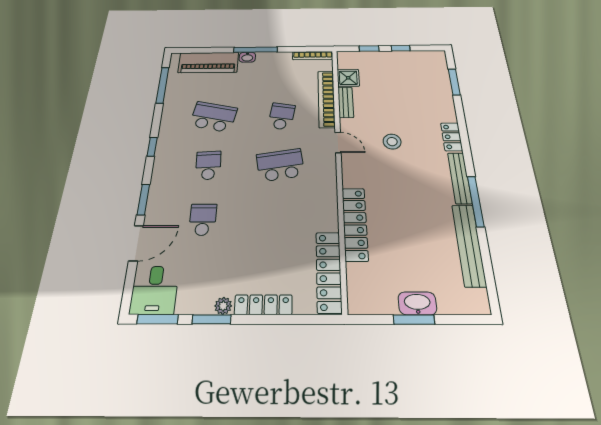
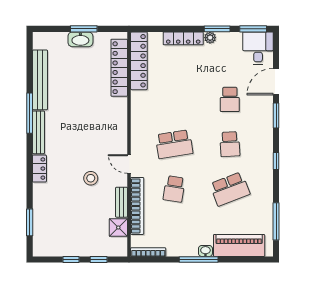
school desk: (213, 117) -> (230, 189), turned -33
stool: (392, 142) -> (91, 178), moved
locker: (355, 224) -> (119, 68), moved

